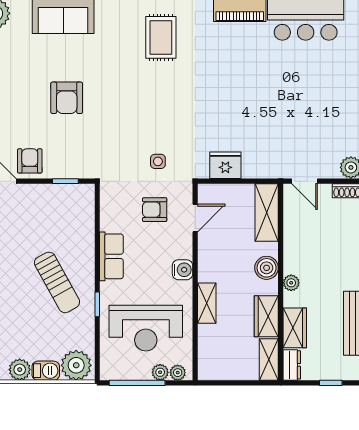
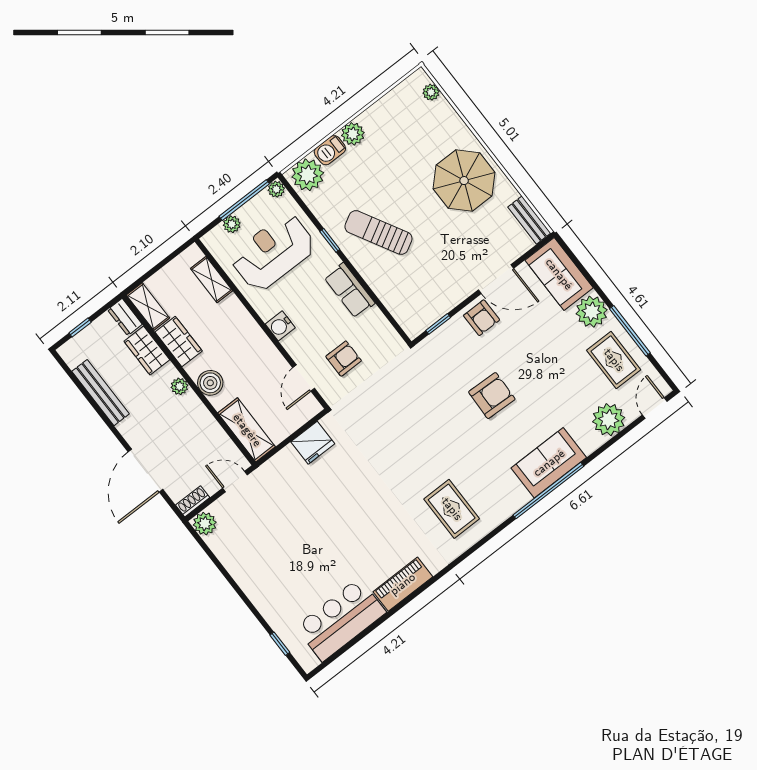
armchair: (67, 98) -> (492, 396), turned 92
side table: (158, 161) -> (372, 402), removed
shelving: (207, 303) -> (212, 280), moved
plant: (178, 373) -> (276, 189), moved

